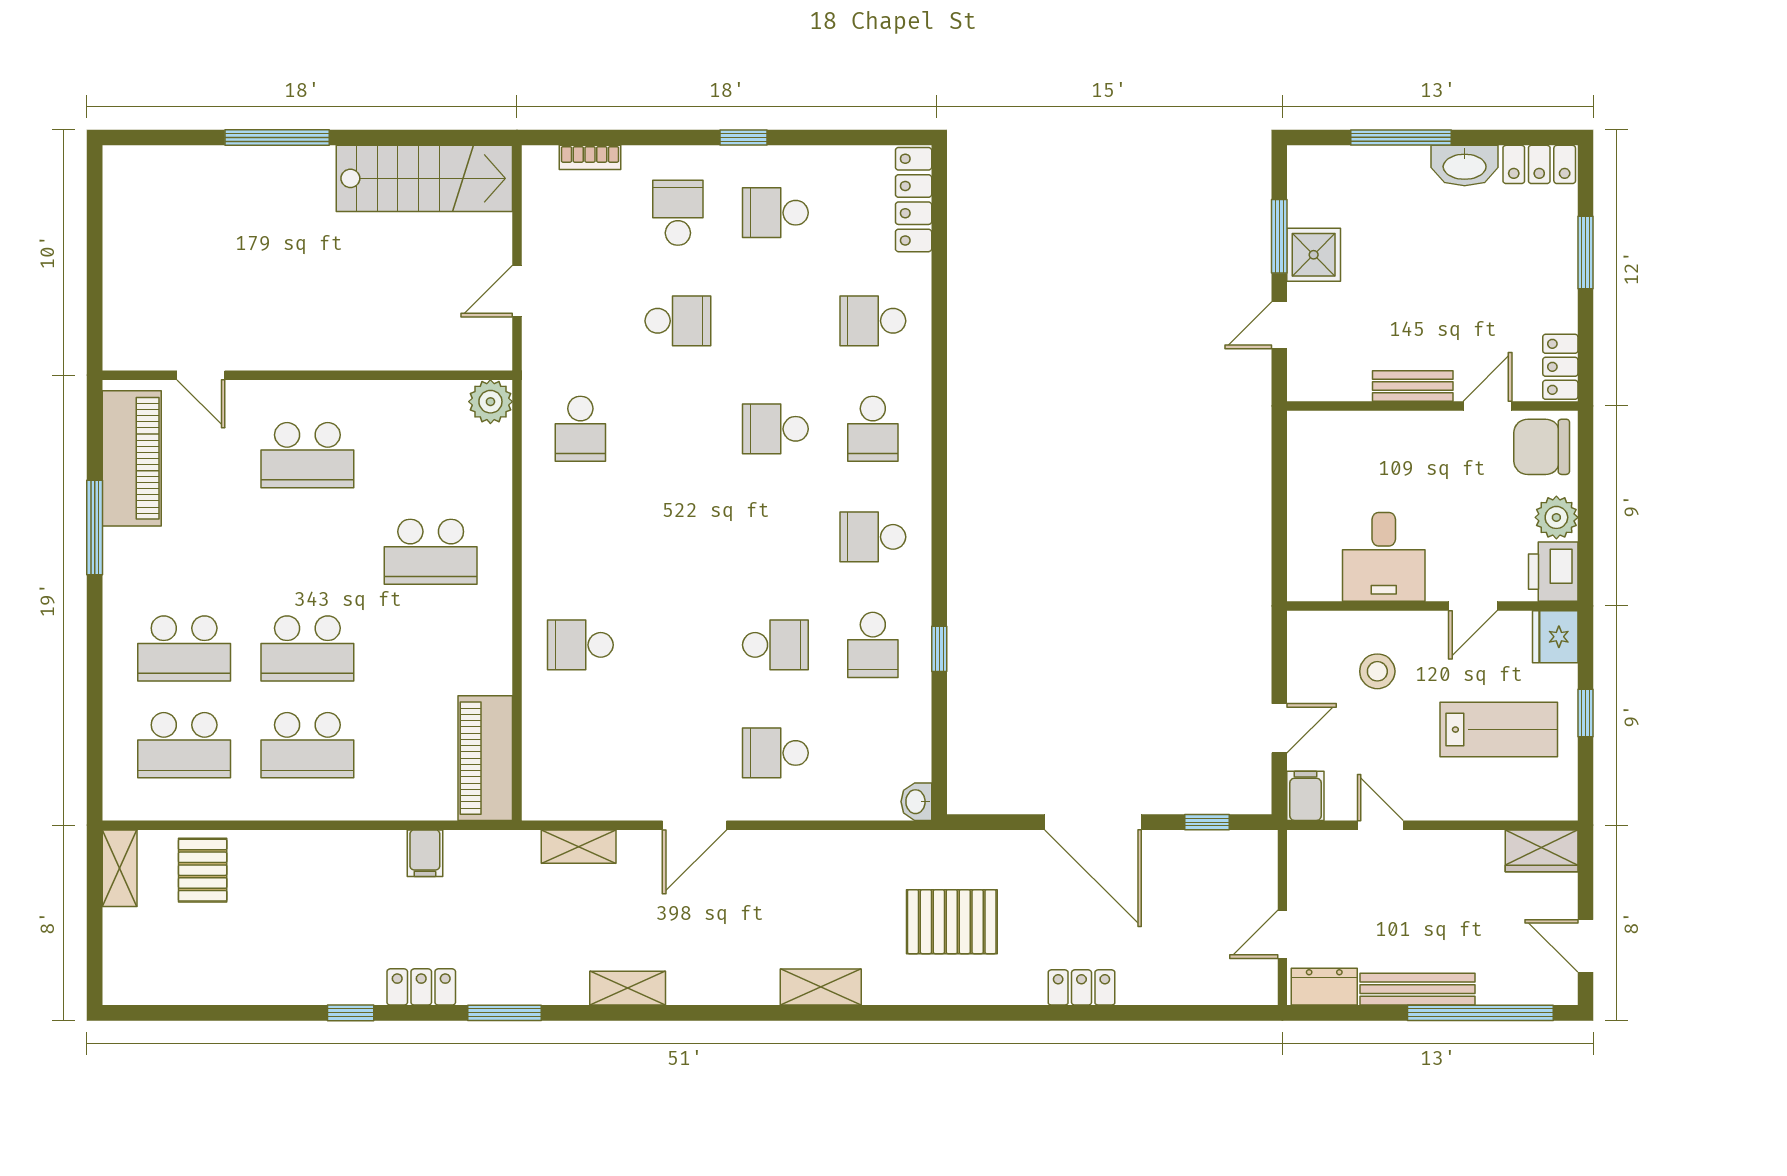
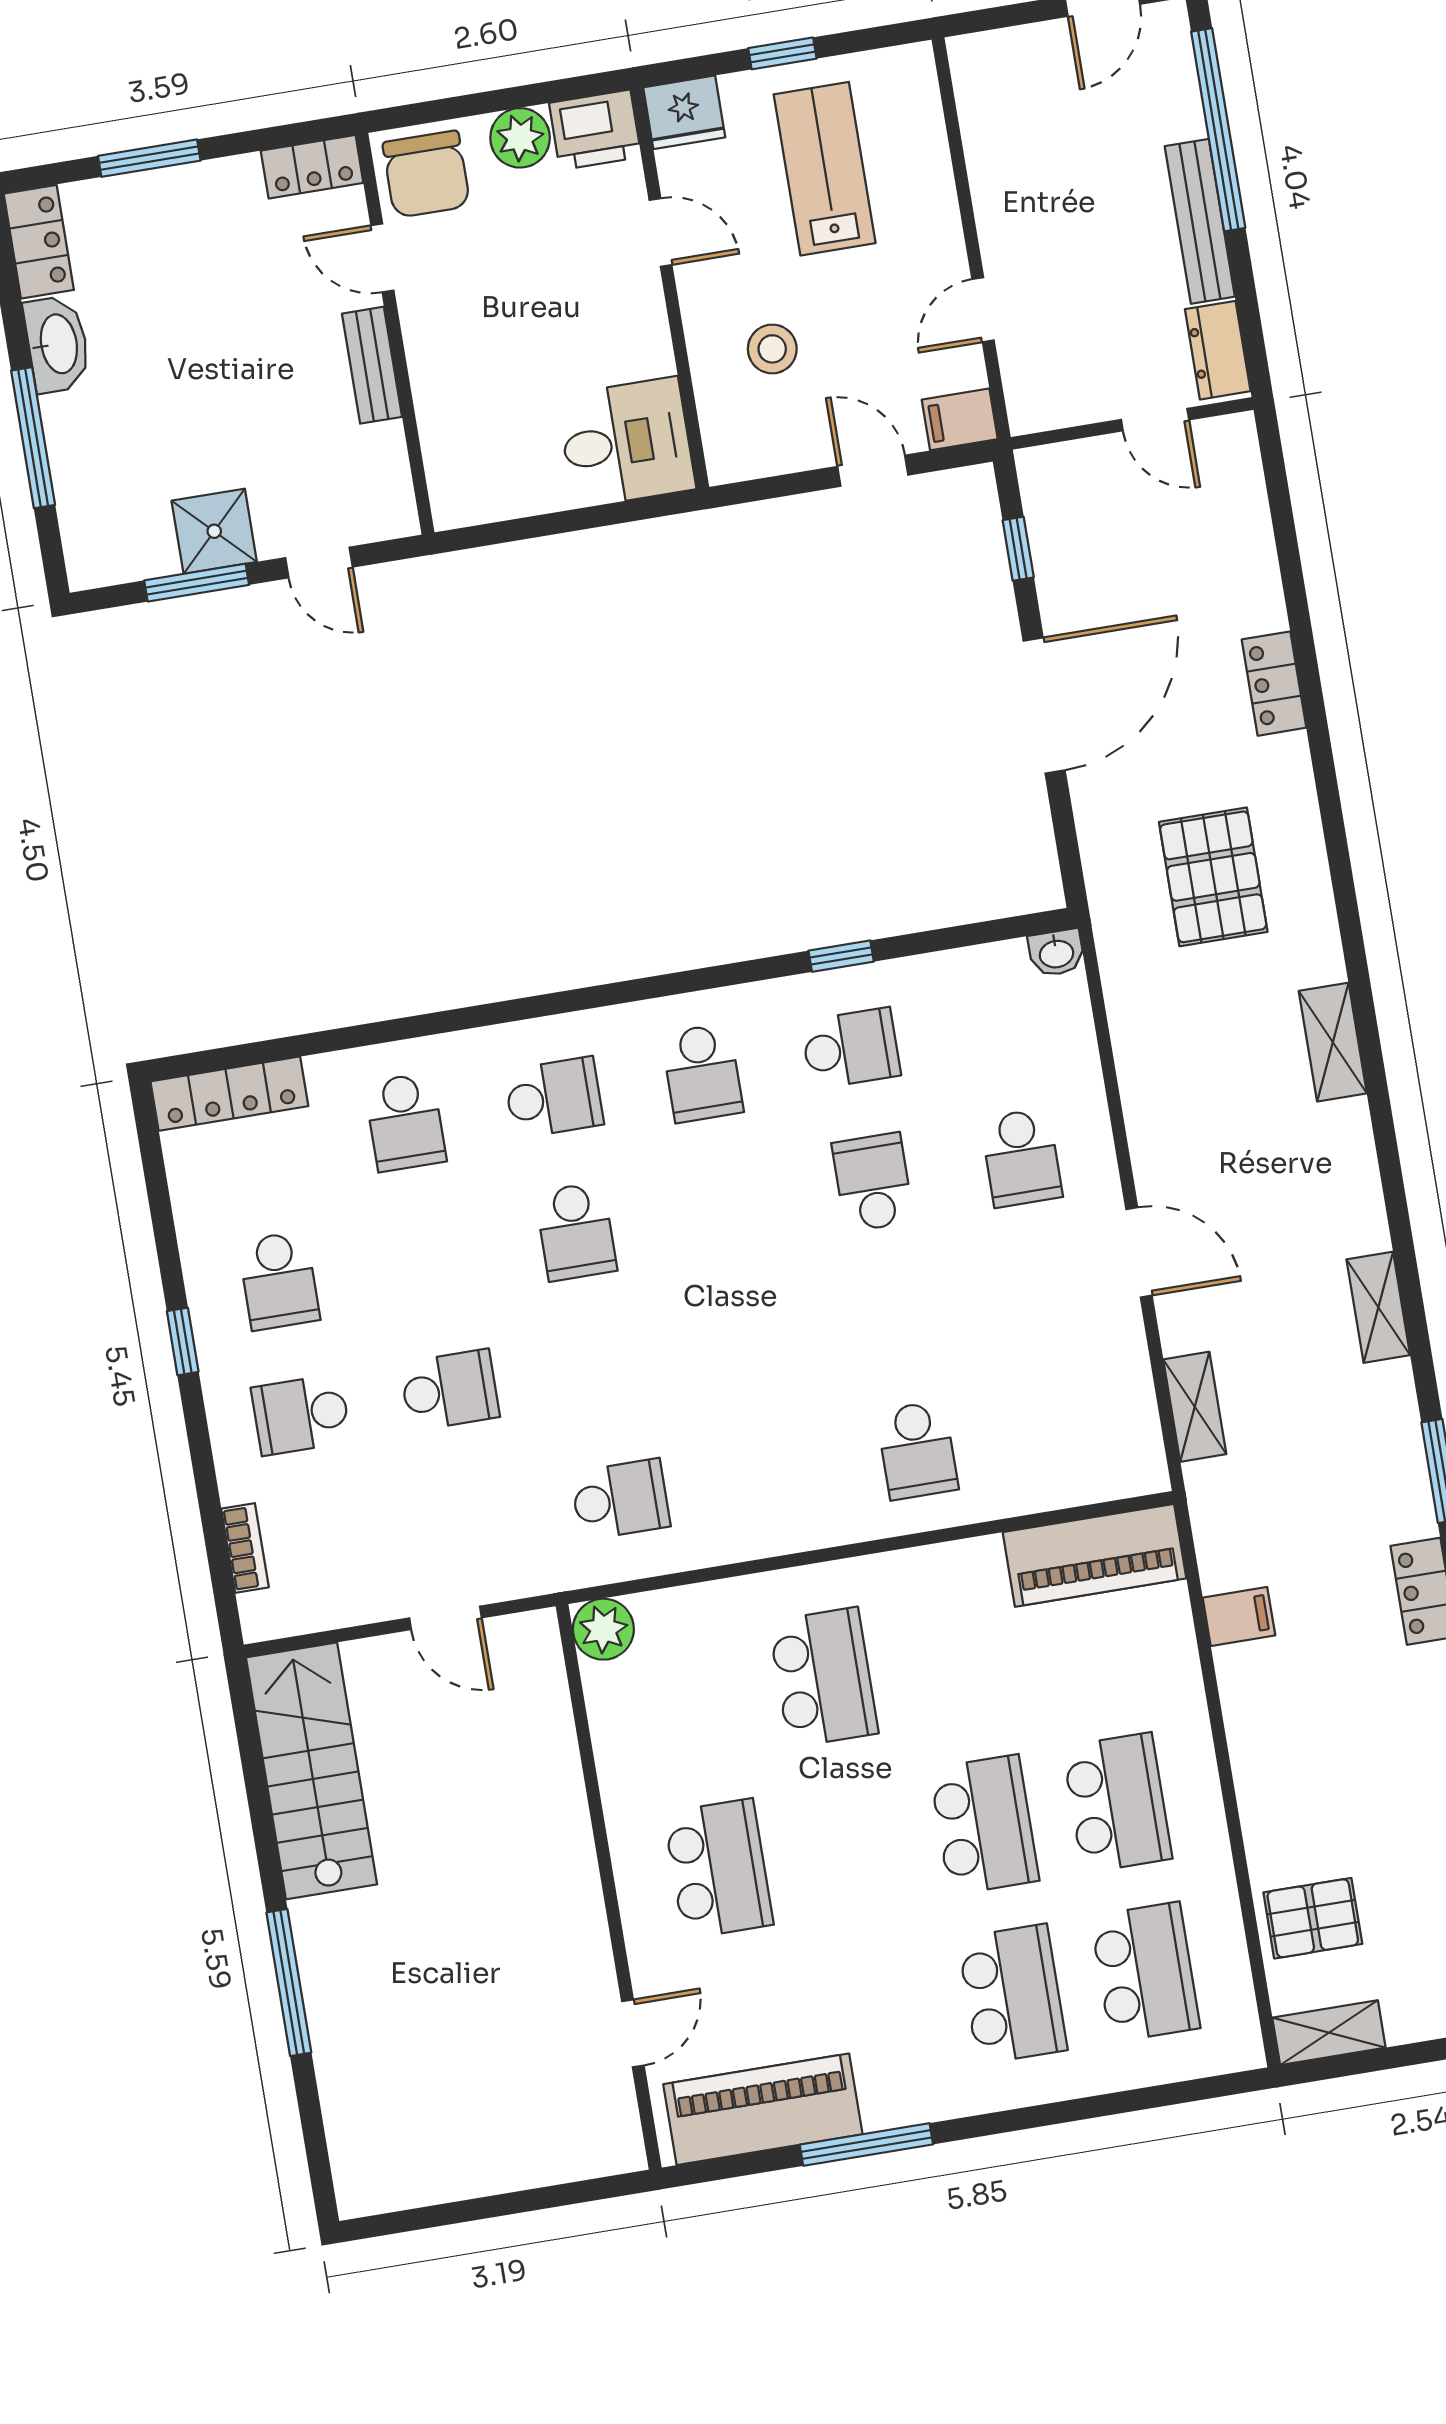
school desk: (678, 321) -> (450, 1390), turned 90
desk: (1384, 557) -> (626, 442), moved
wardrobe: (1542, 851) -> (981, 82), removed

